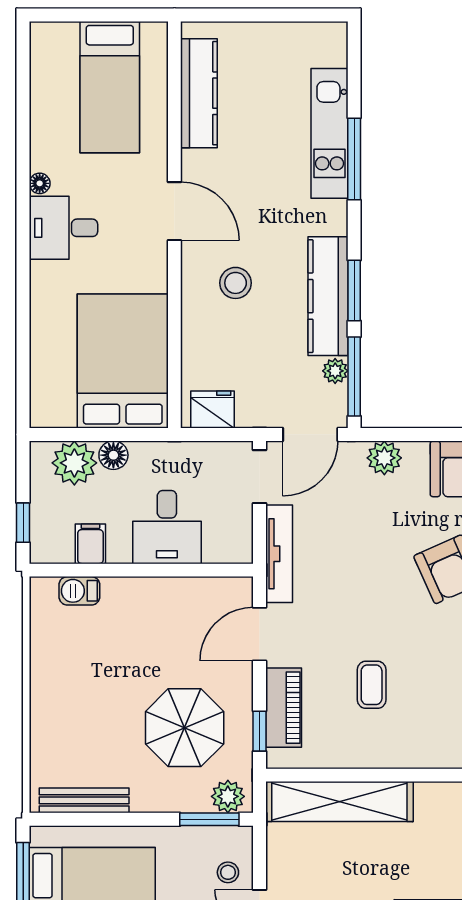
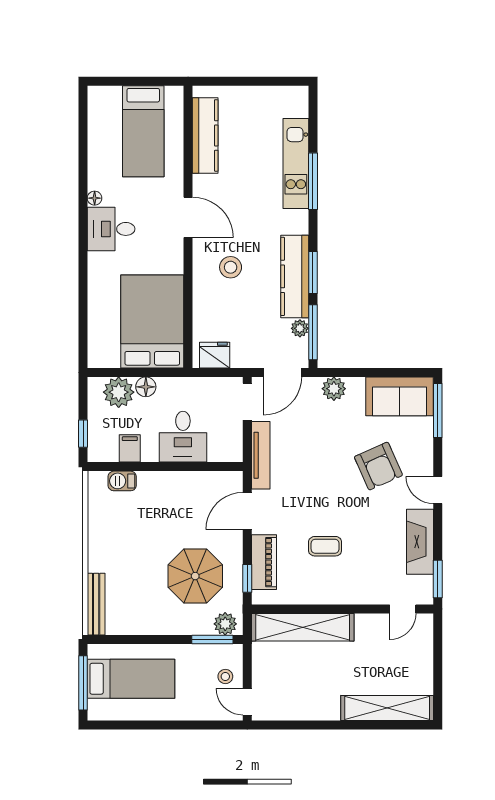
coffee table: (372, 685) -> (325, 546), turned 90
bench: (84, 800) -> (96, 604), moved, turned 90

